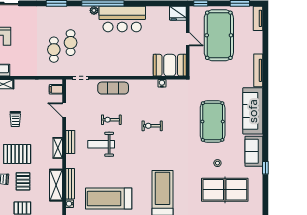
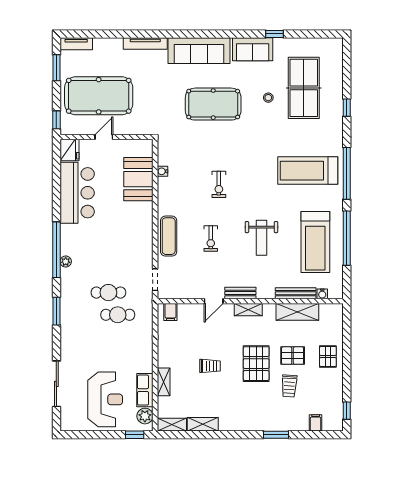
bar counter: (122, 19) -> (77, 193), moved
booth: (170, 65) -> (138, 179), moved
door: (64, 110) -> (214, 301), moved
weight bench: (101, 144) -> (261, 238), moved

